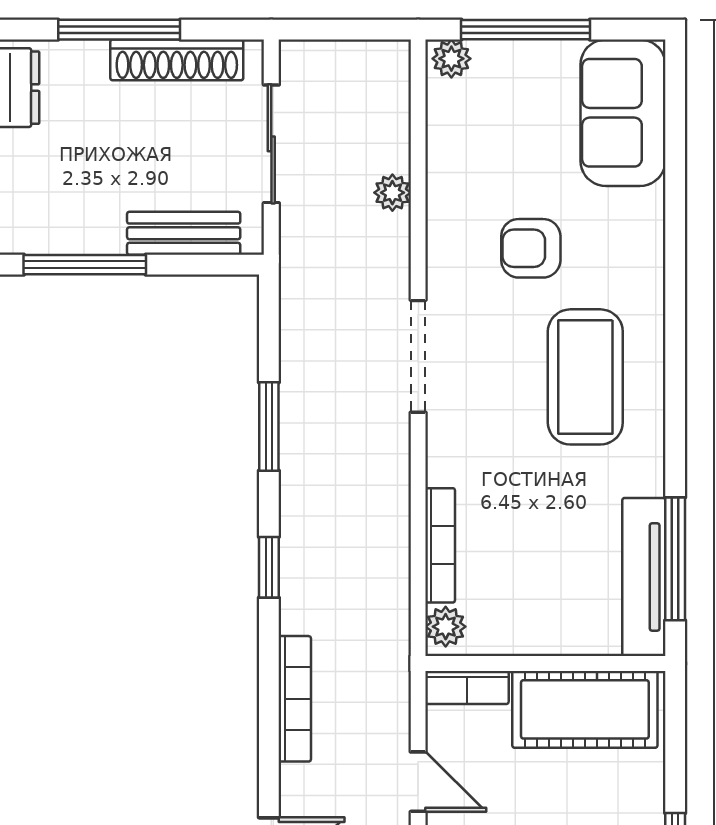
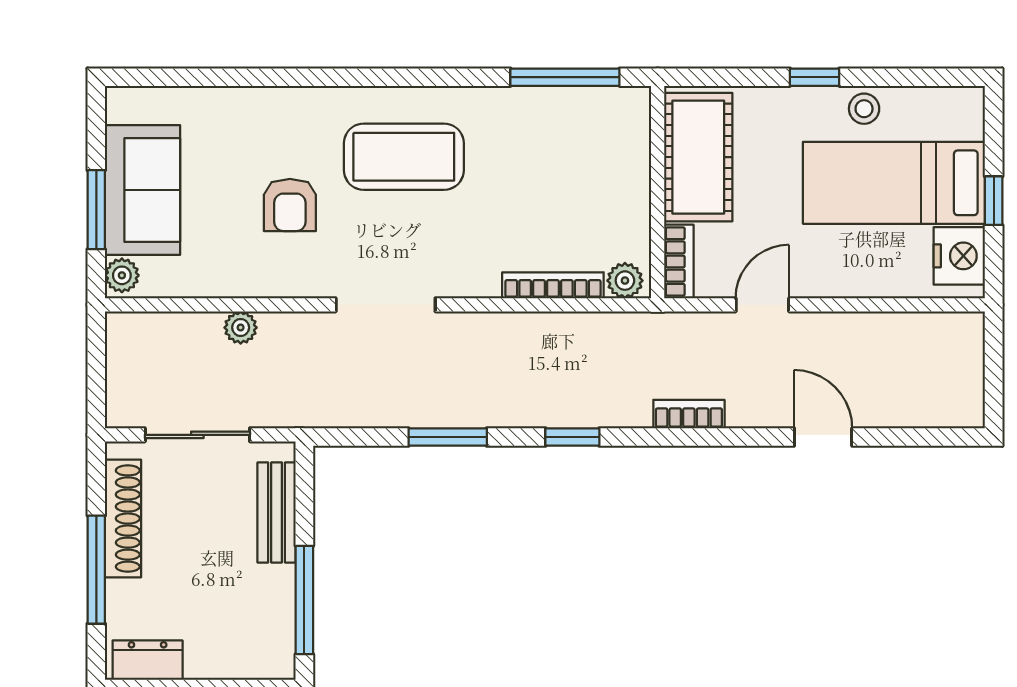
window: (526, 30) -> (96, 210), width x0.69
sofa: (623, 113) -> (142, 190), moved, turned -90
tv unit: (644, 577) -> (581, 105), removed
bookcase: (295, 699) -> (689, 414), width x0.64

